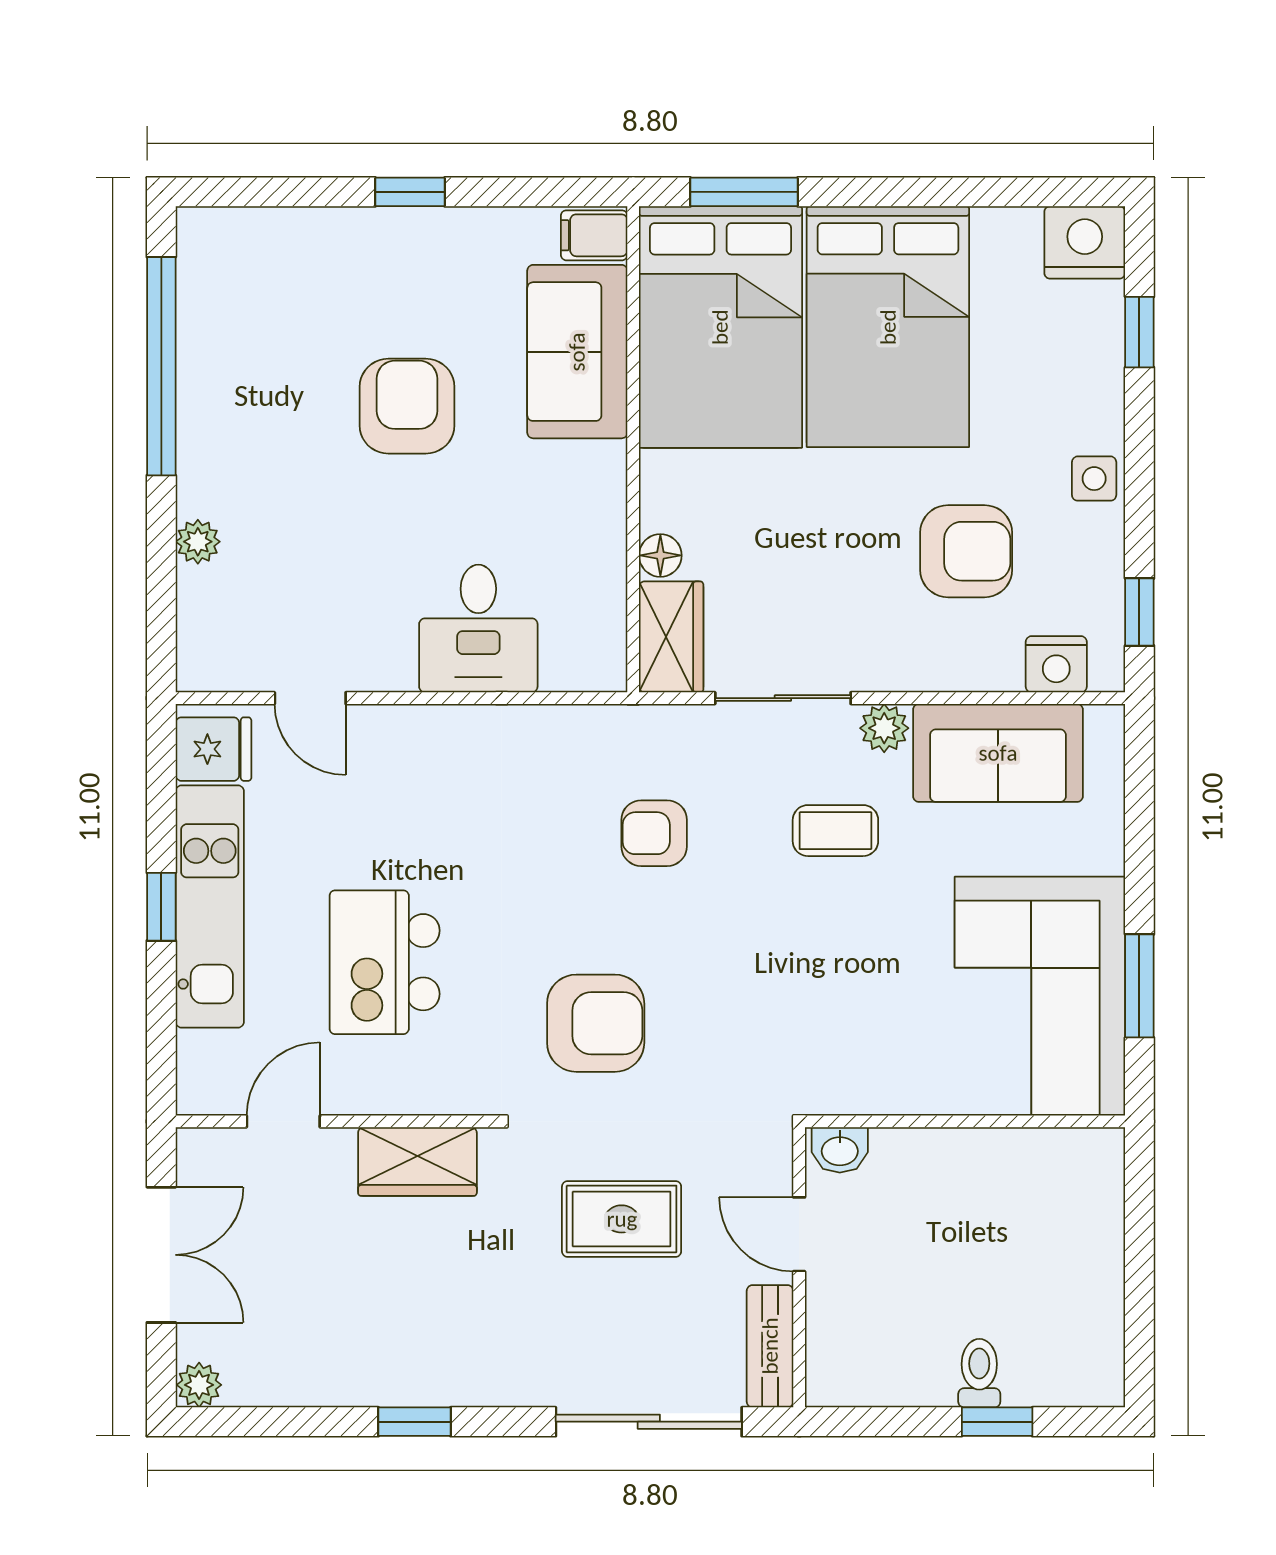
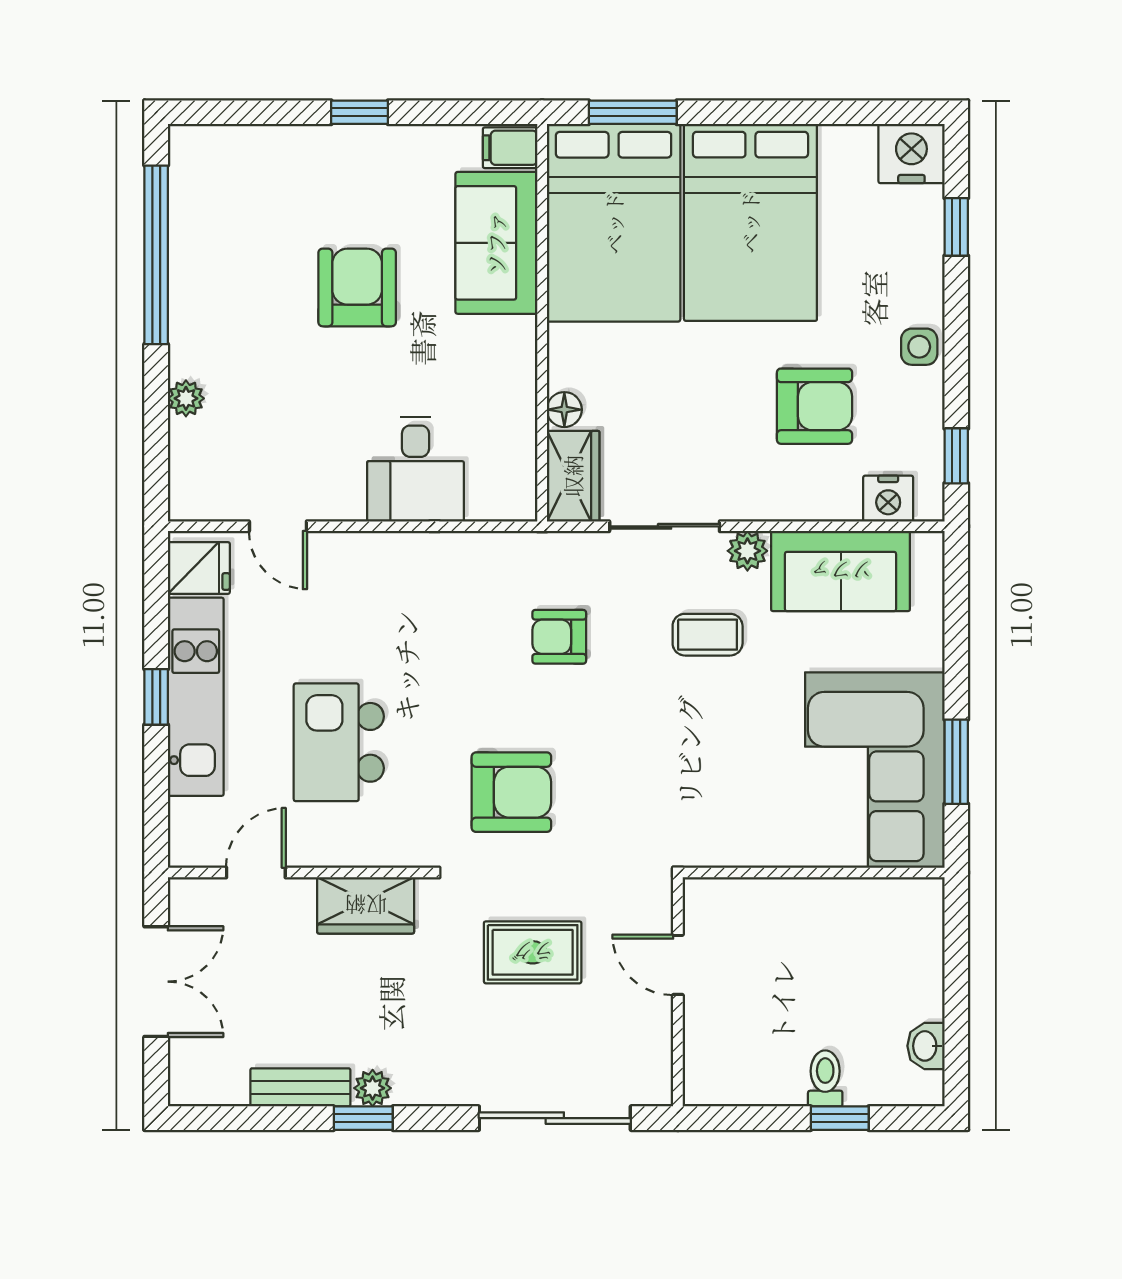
washbasin: (840, 1150) -> (926, 1046), moved, turned 90
bench: (770, 1346) -> (300, 1087), moved, turned 90
plant: (199, 1385) -> (373, 1088), moved

